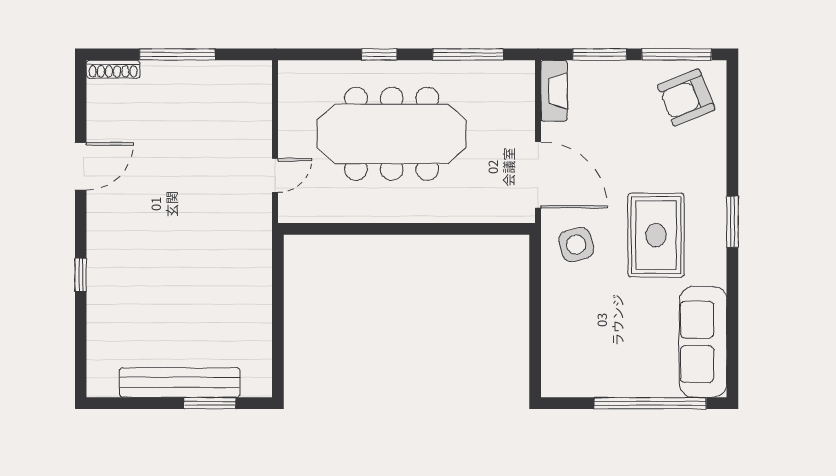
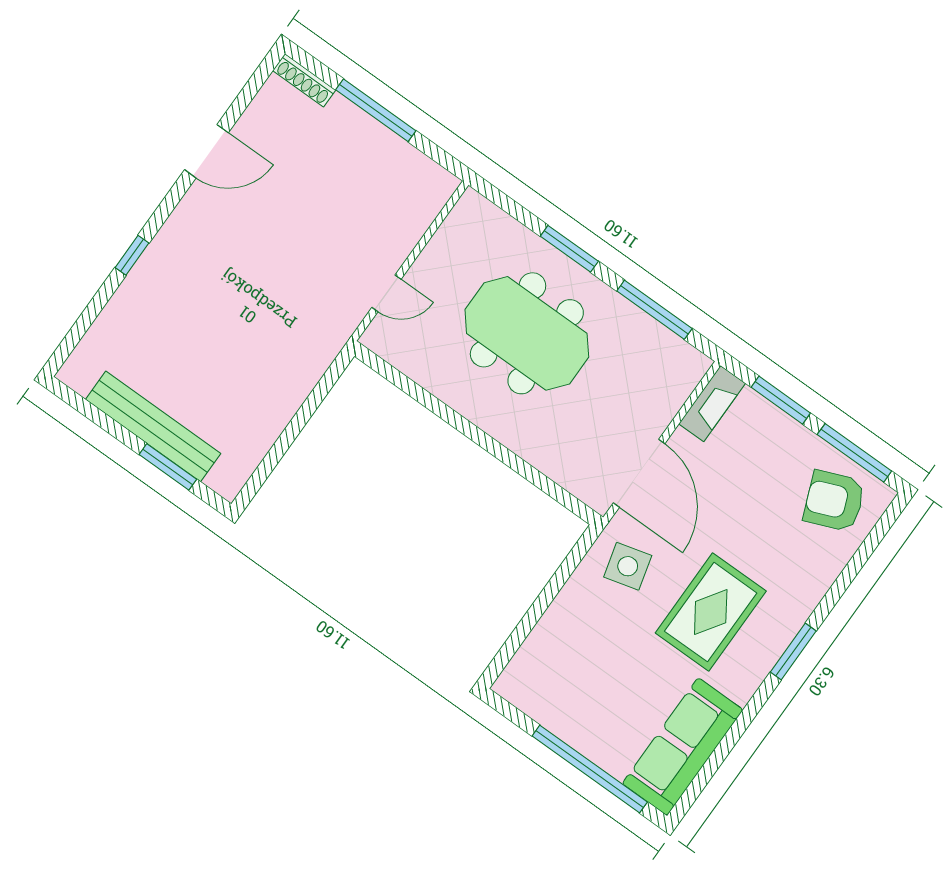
window: (379, 54) -> (569, 249), width x1.50
meeting table: (392, 134) -> (527, 333), width x0.73

